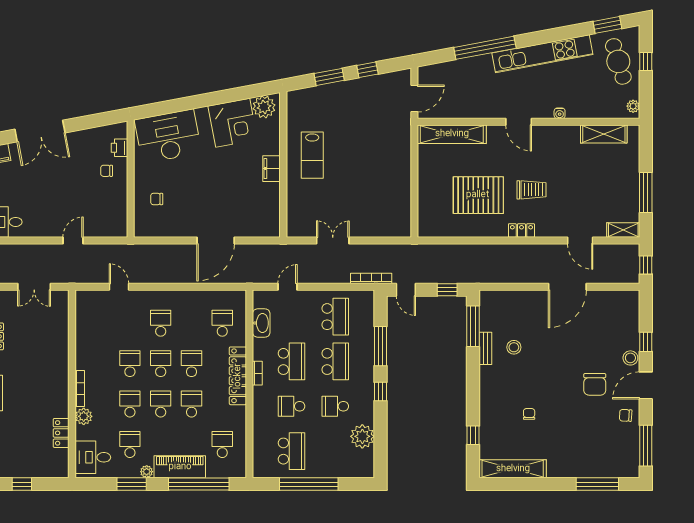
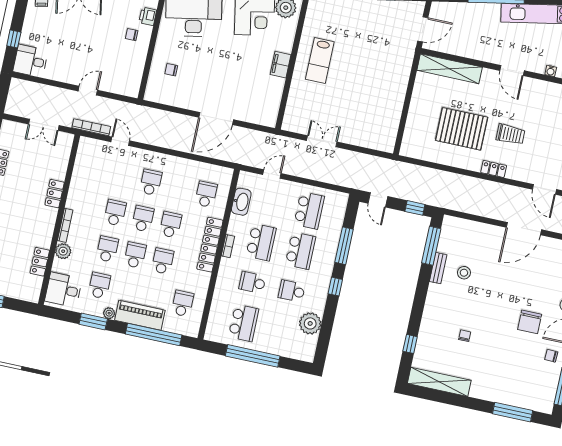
bookcase: (371, 278) -> (91, 127), moved
locker: (61, 357) -> (55, 194), added

